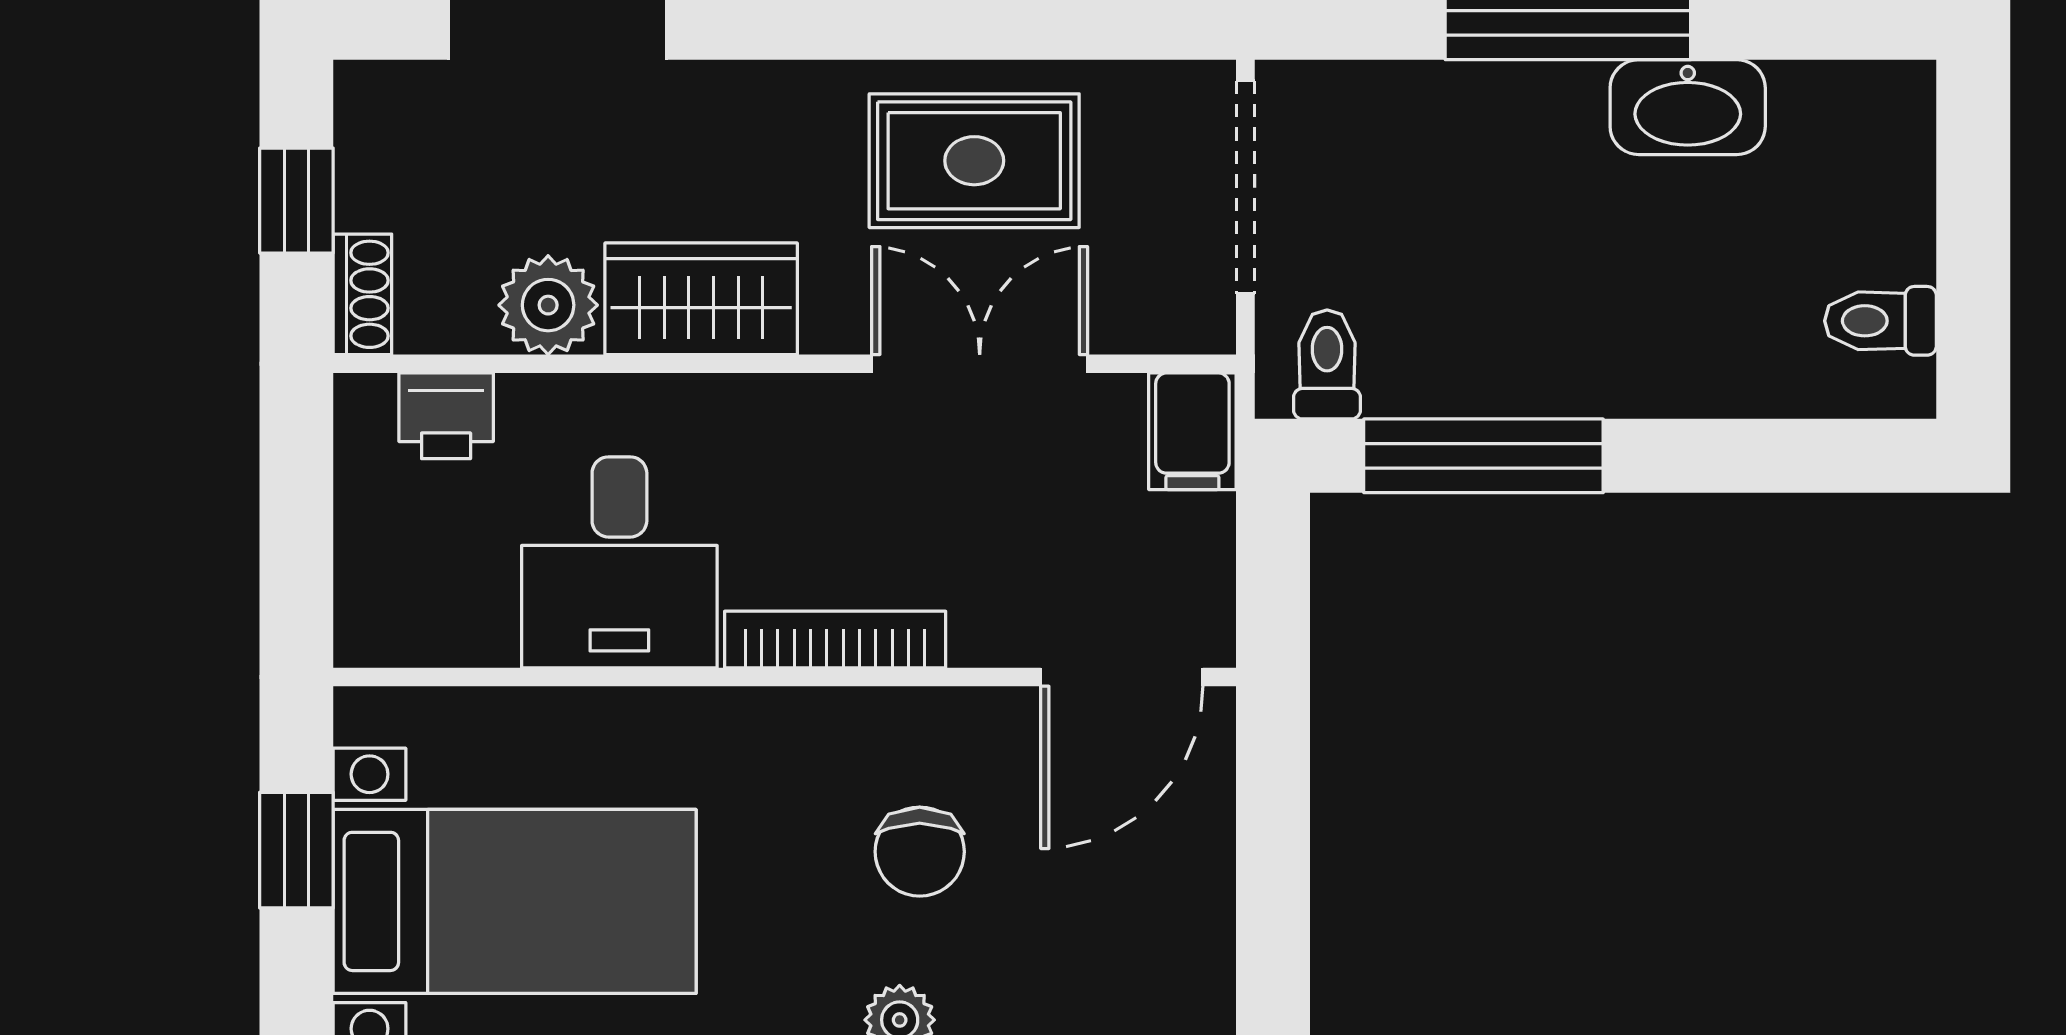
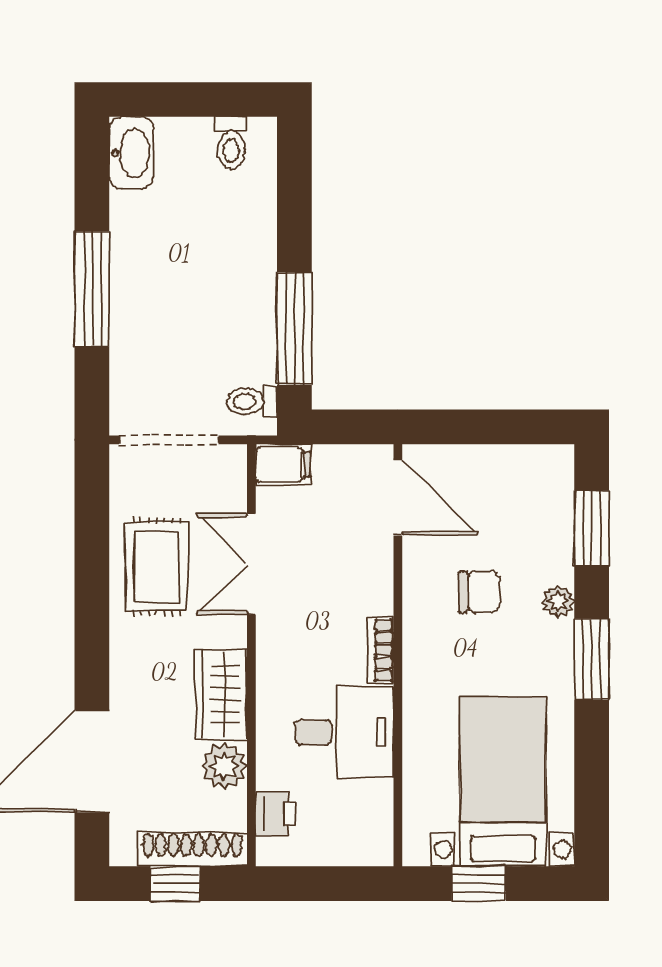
washbasin: (1688, 107) -> (131, 153), moved
shoe rack: (362, 294) -> (192, 849), width x1.94, depth x1.24
bookcase: (835, 639) -> (380, 650), width x0.64

